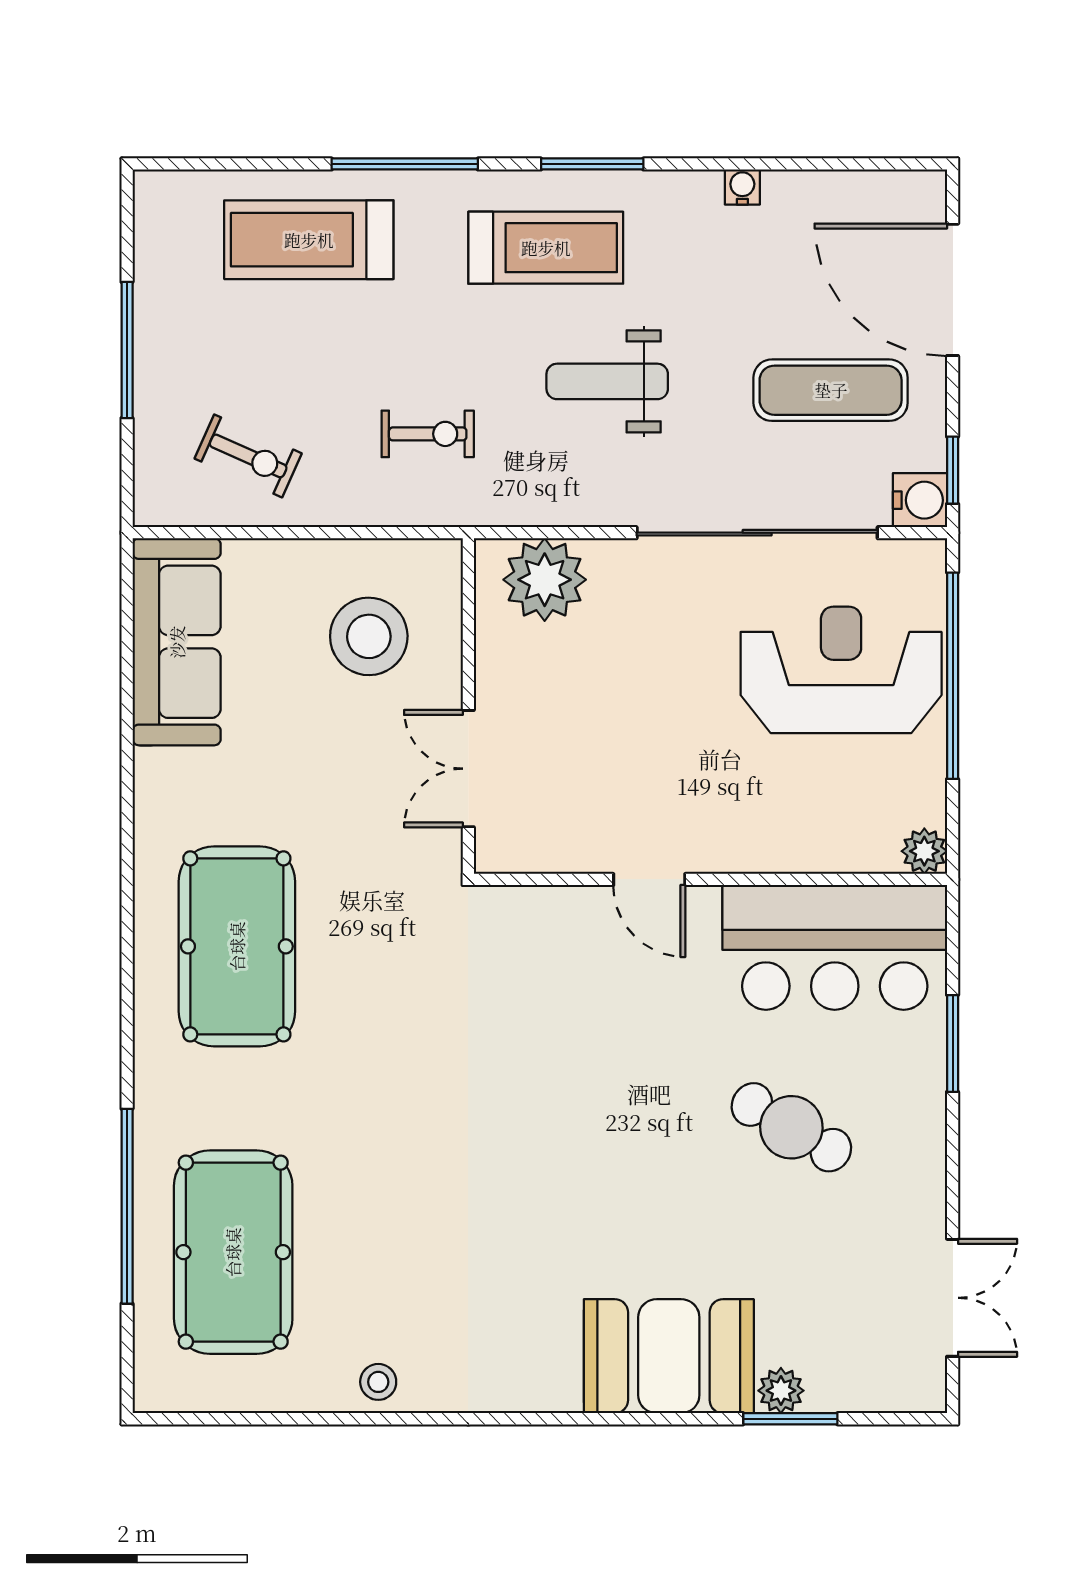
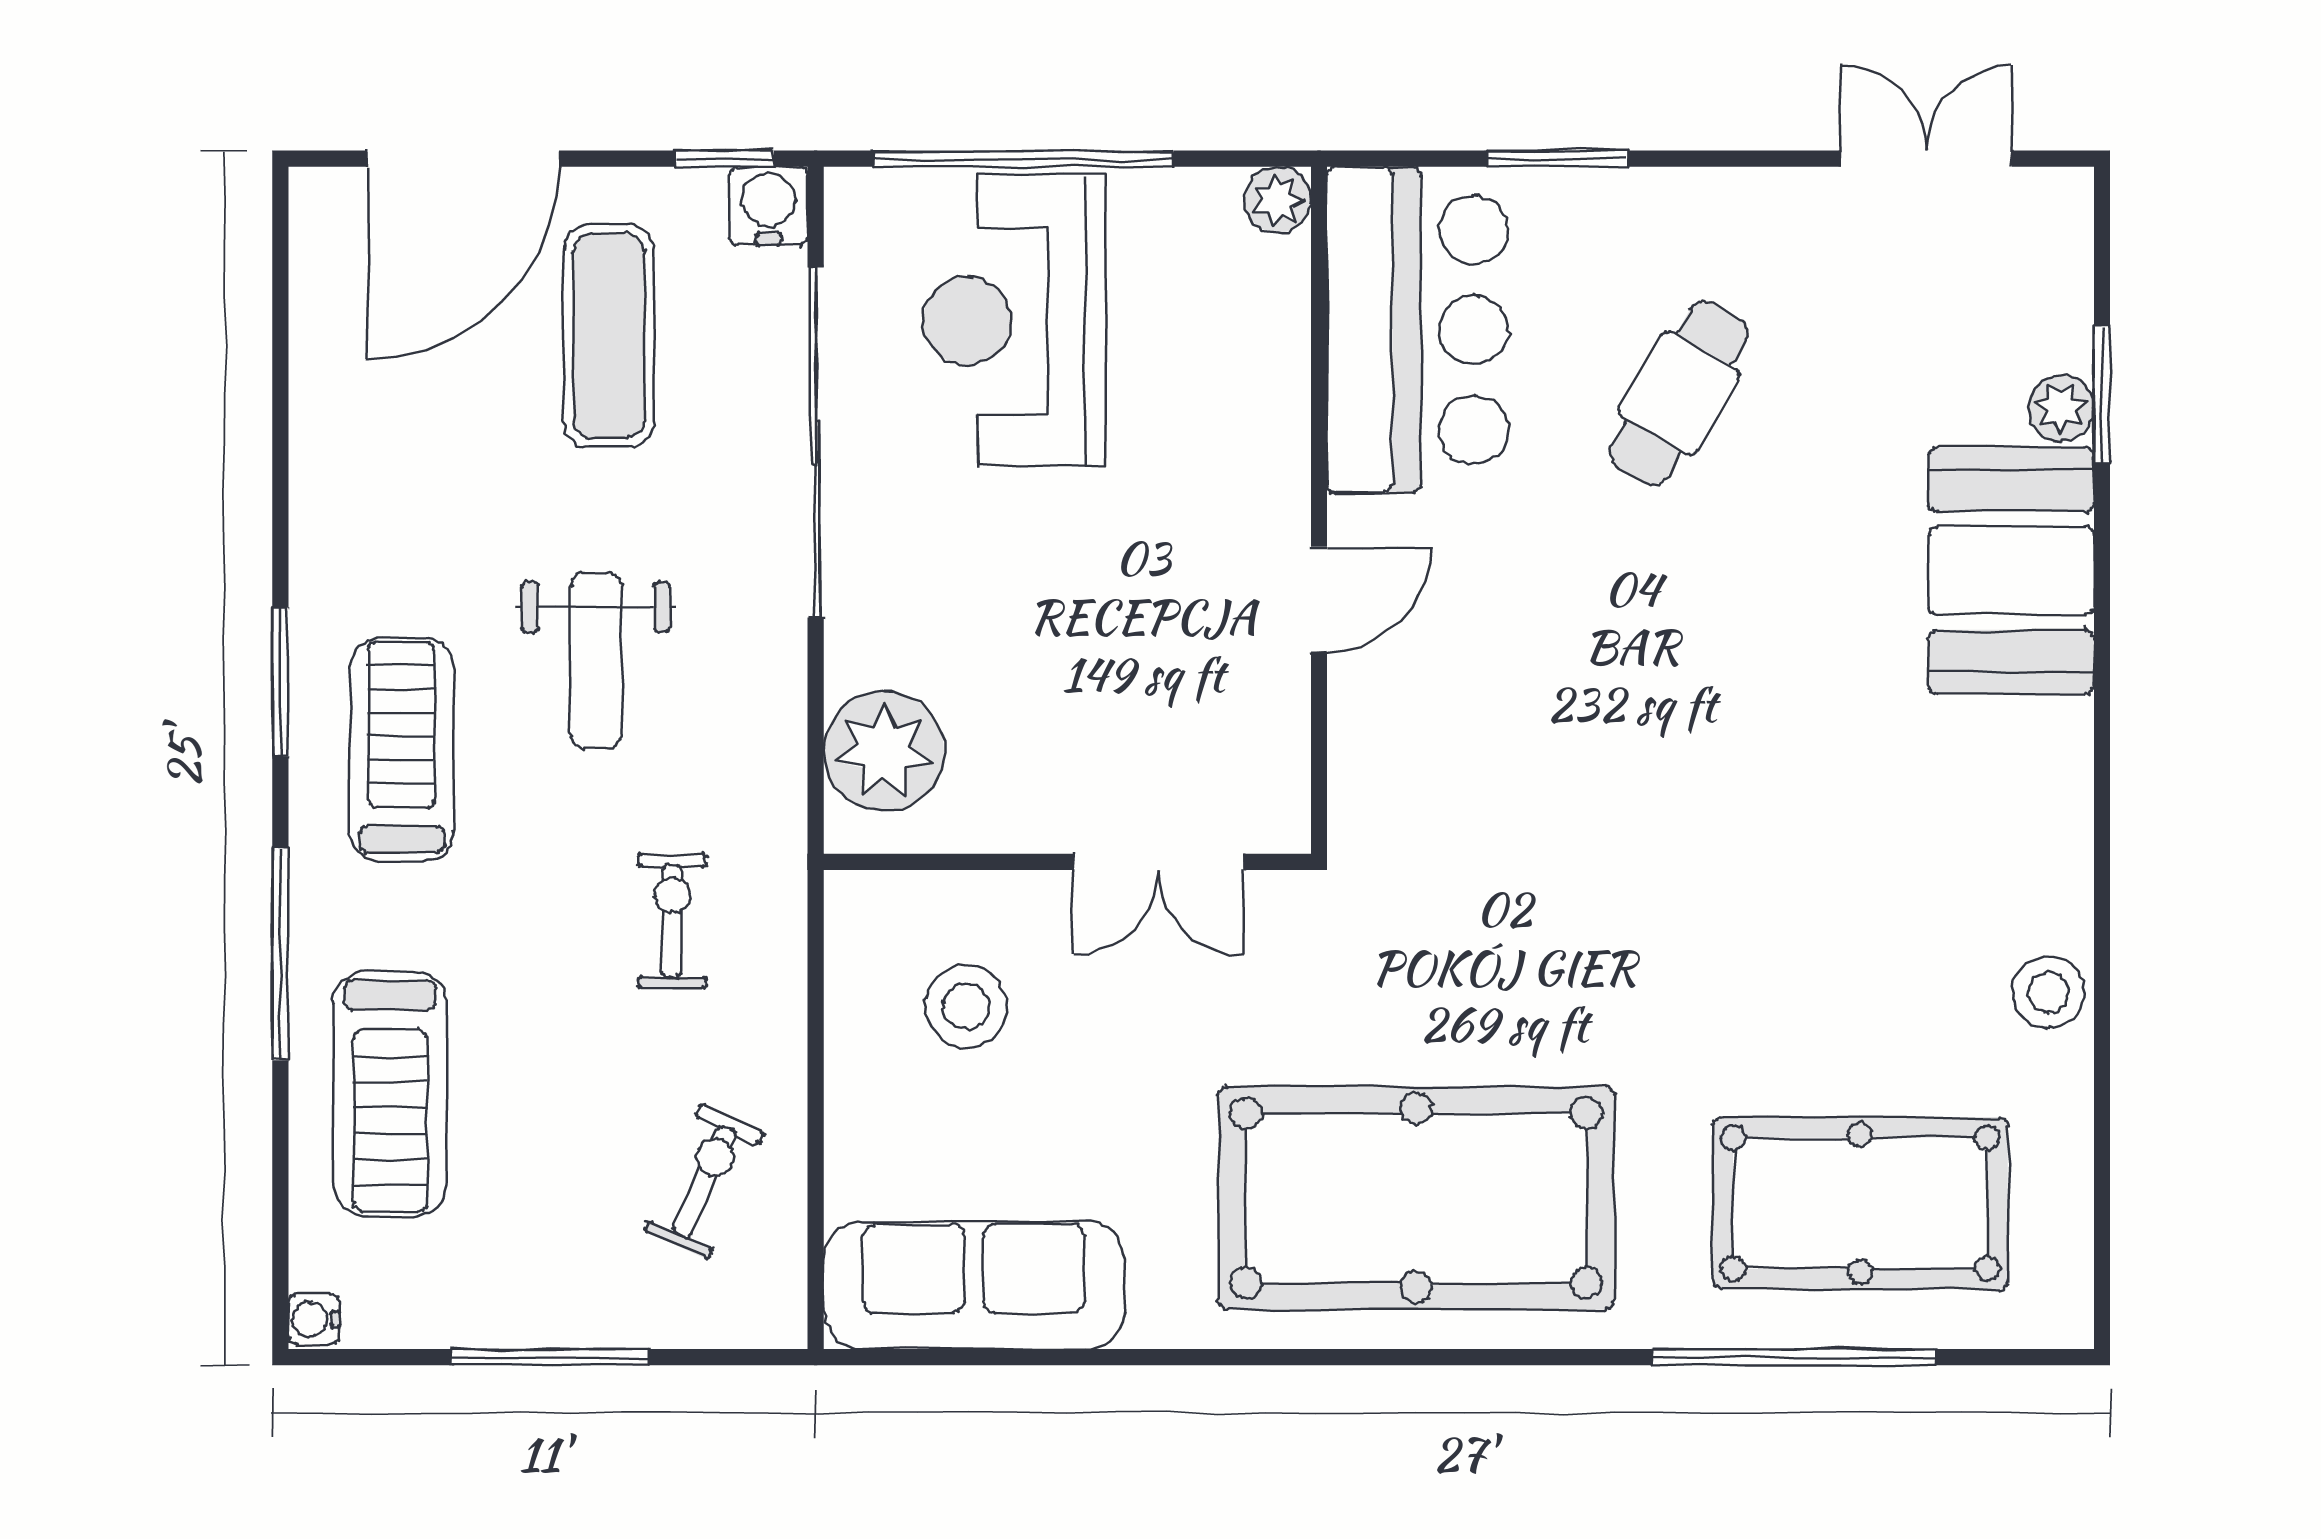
water cooler: (742, 187) -> (314, 1319), moved
stool: (369, 636) -> (966, 1006), width x0.73, depth x0.73
pool table: (237, 946) -> (1416, 1198), width x1.36, depth x1.32
stool: (378, 1382) -> (2049, 993), width x1.37, depth x1.37

